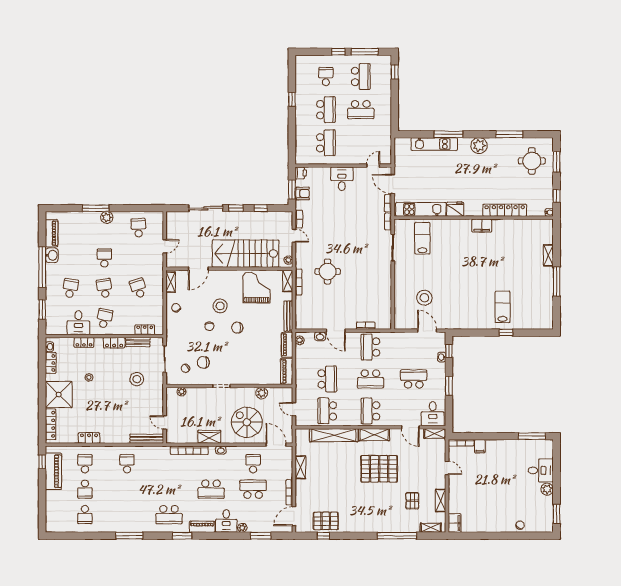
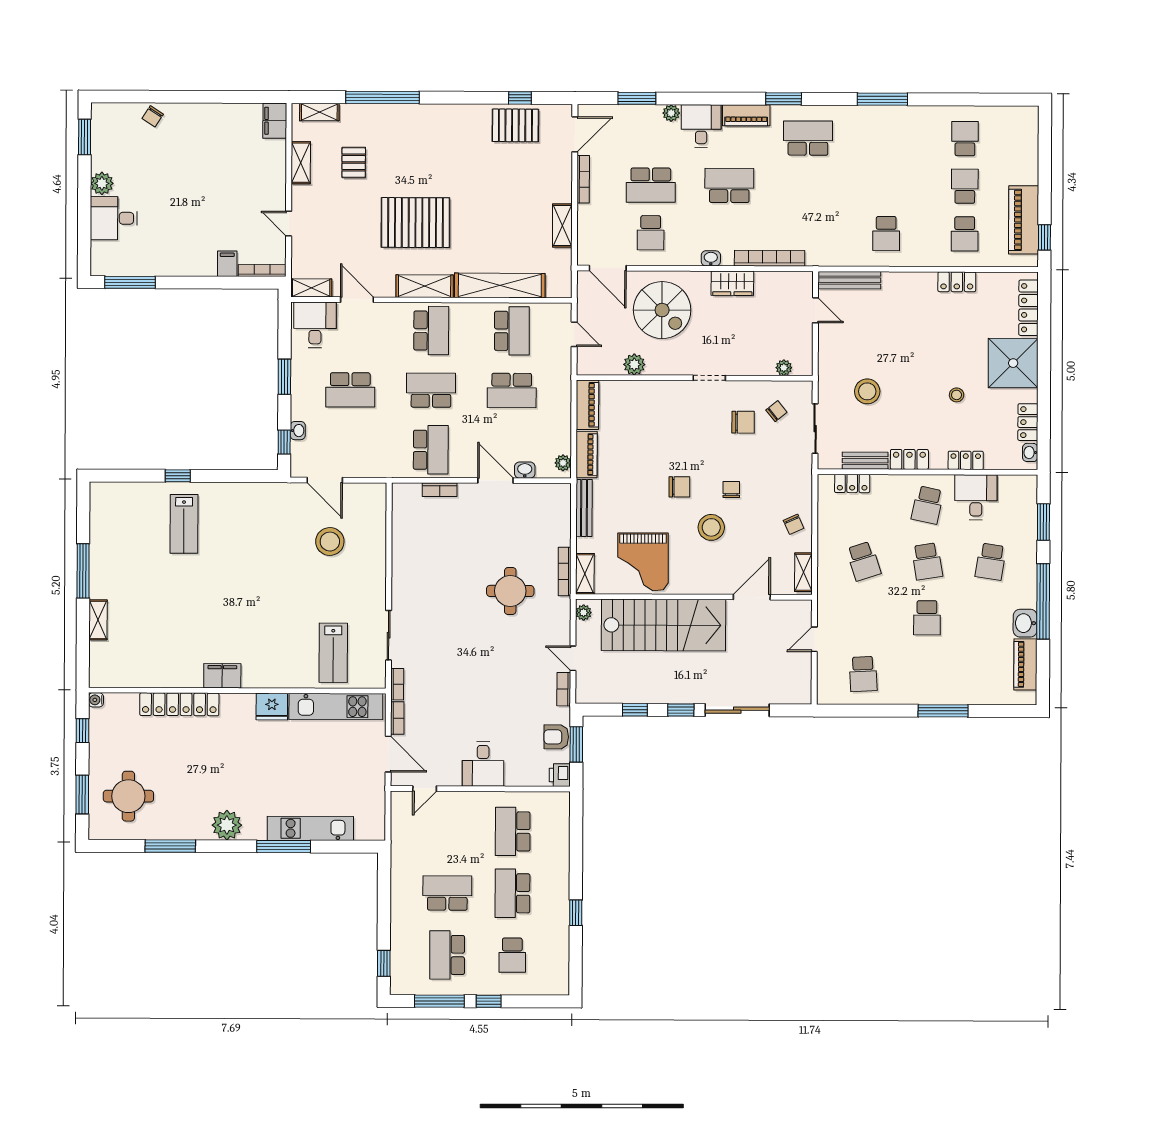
plant: (107, 217) -> (922, 693), removed
school desk: (327, 379) -> (512, 390), turned -90

